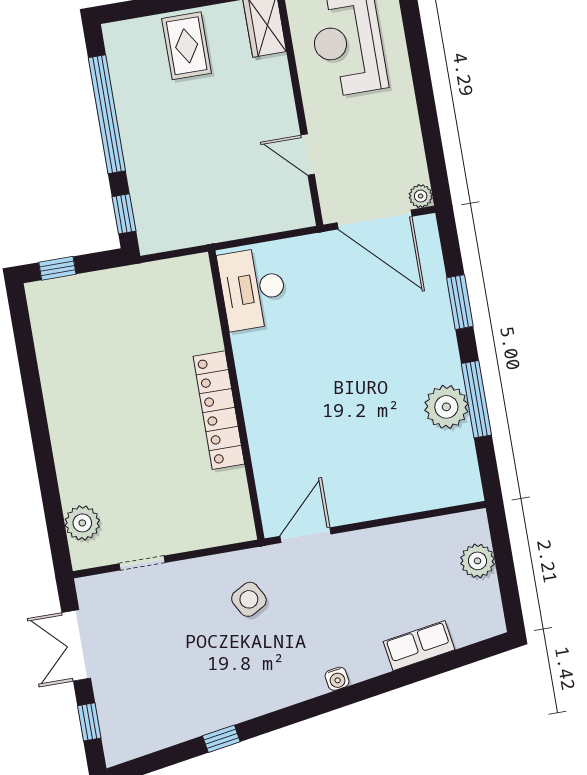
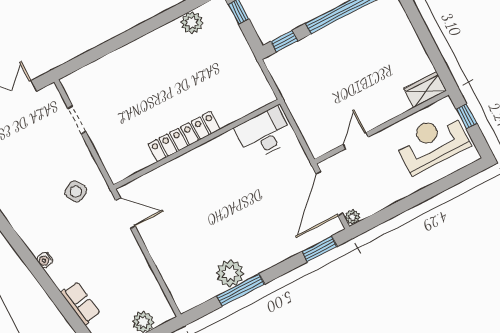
rug: (187, 46) -> (398, 46), removed
window: (460, 302) -> (320, 249), moved
plant: (82, 523) -> (192, 23), moved

